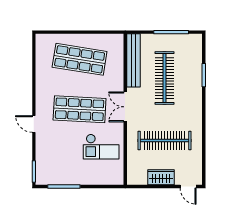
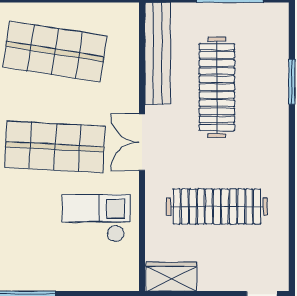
checkout: (101, 147) -> (96, 218), turned 180
wardrobe: (161, 177) -> (171, 277), moved

